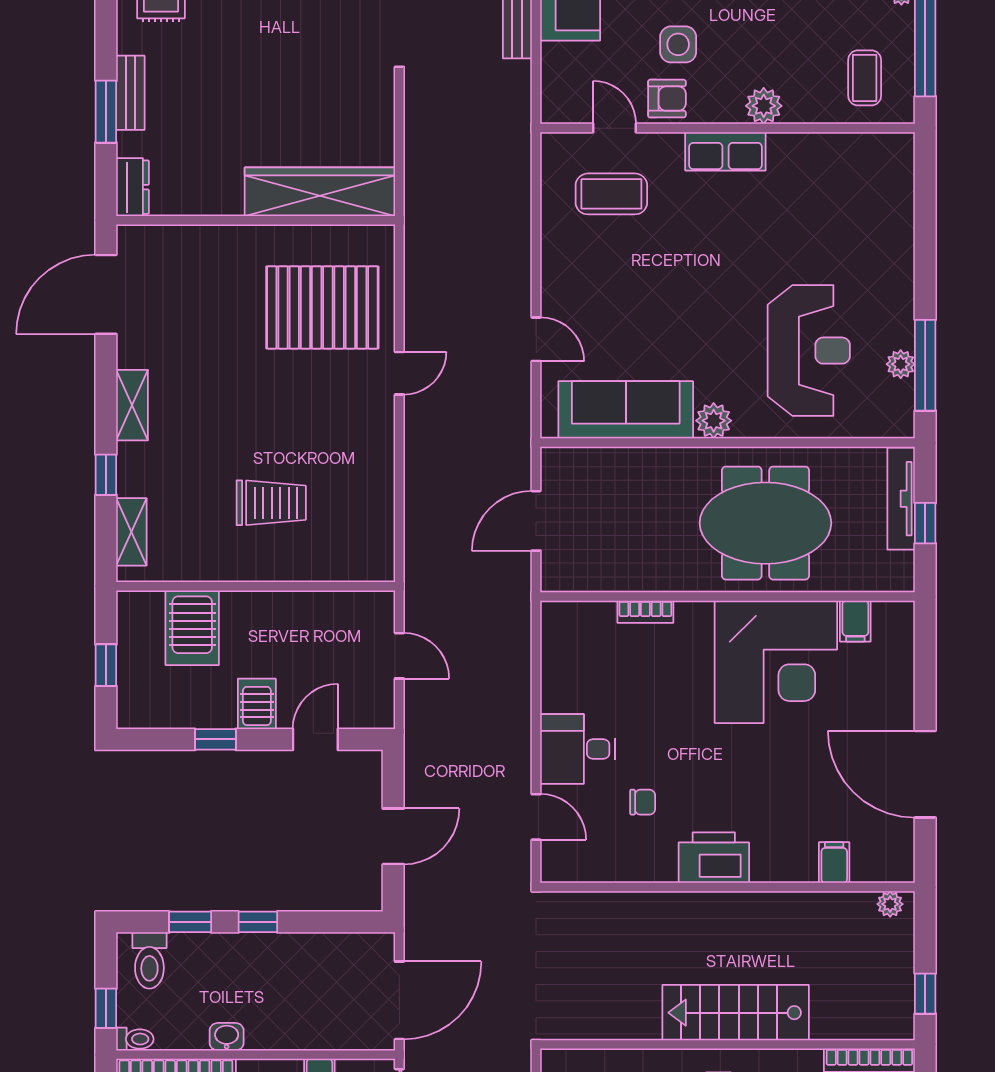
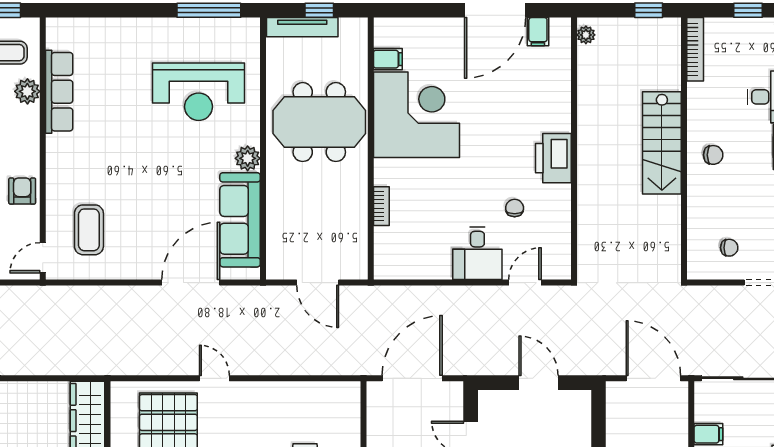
plant: (764, 106) -> (27, 91), moved
door: (615, 128) -> (43, 258), moved
row of seats: (725, 151) -> (59, 92), moved, width x1.48
door: (536, 339) -> (191, 283), width x1.87
reception desk: (809, 351) -> (199, 92), turned 180
plant: (901, 364) -> (208, 27), removed
meeting table: (765, 523) -> (319, 122), turned 90
door: (399, 656) -> (412, 378), width x1.88
filing cabinet: (834, 863) -> (538, 32), moved, turned -90

